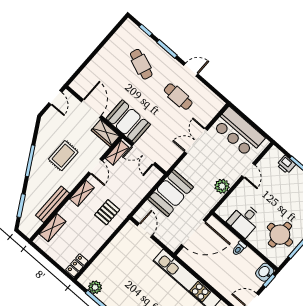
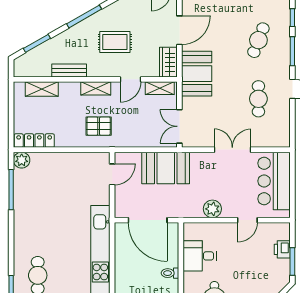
double door: (144, 154) -> (179, 126), moved
bench: (52, 204) -> (69, 71), width x0.73
locker: (77, 265) -> (34, 141), width x1.53
plant: (95, 287) -> (22, 160), moved

